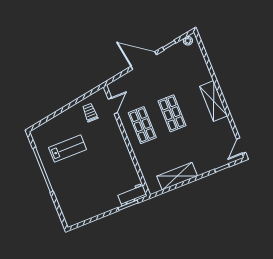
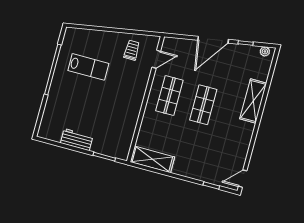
door: (144, 61) -> (213, 40), swing flipped
shelving: (214, 101) -> (253, 101), moved
shelving: (177, 176) -> (152, 159), moved
workbench: (132, 195) -> (77, 140), moved

